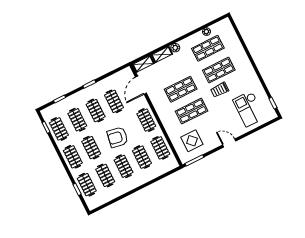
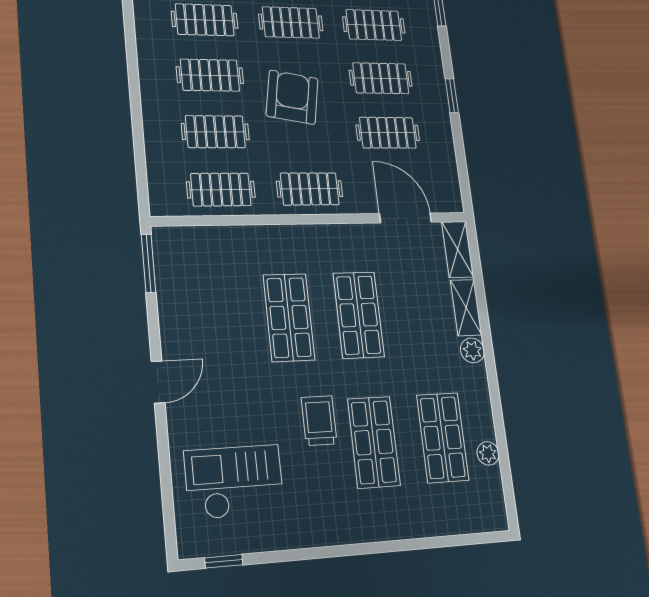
display table: (192, 141) -> (207, 282), removed

